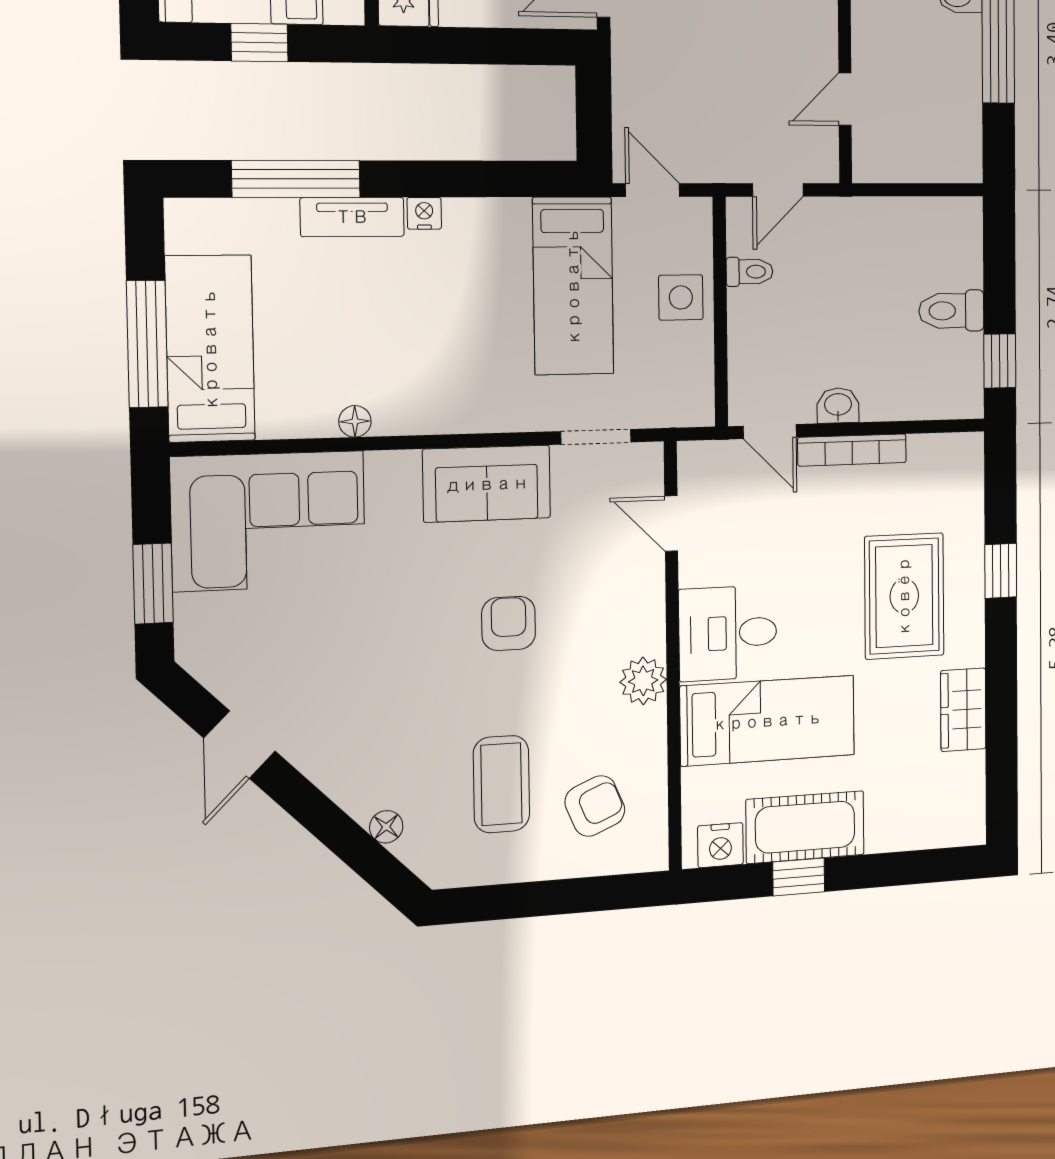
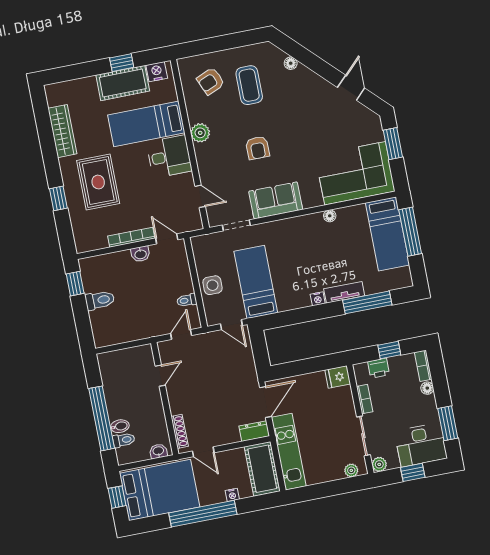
wardrobe: (963, 710) -> (62, 131), width x1.50

